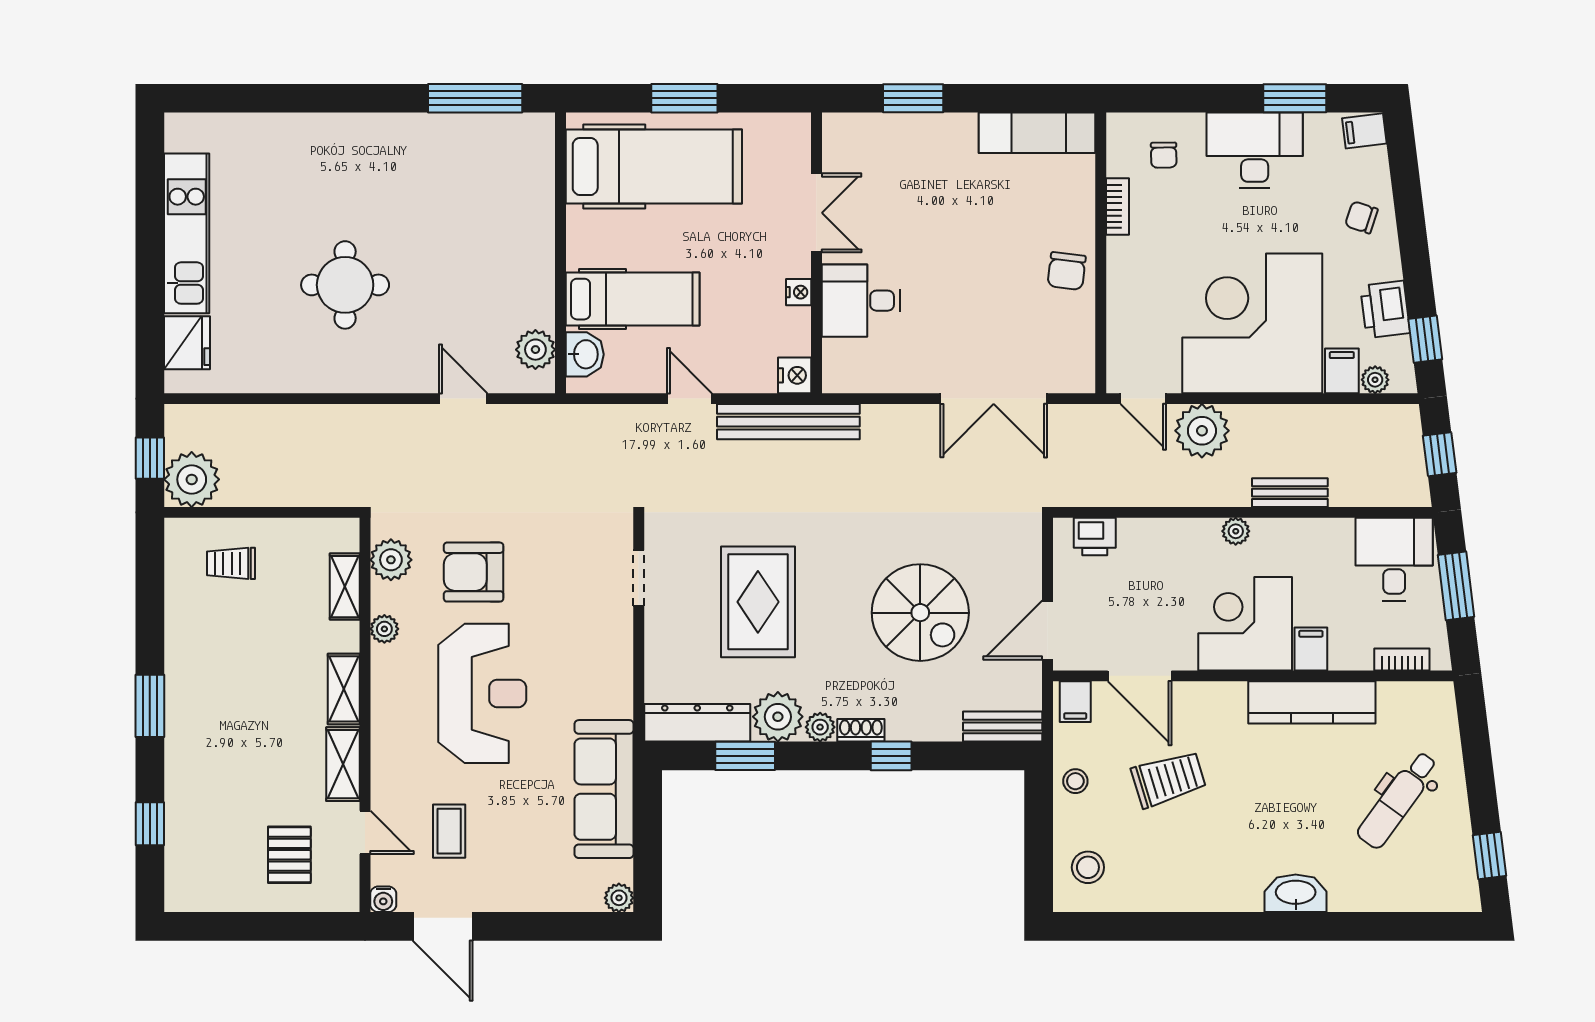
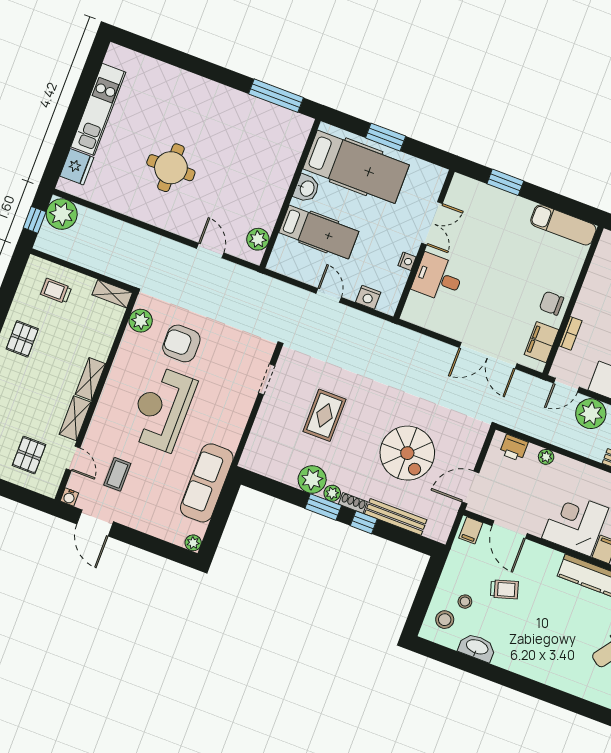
bookcase: (1117, 206) -> (571, 333), moved
chair: (1067, 271) -> (551, 303), turned 83
filing cabinet: (1074, 342) -> (541, 342), added
washbasin: (585, 354) -> (307, 188), moved
nightstand: (795, 375) -> (368, 297), moved, turned 90
door: (1143, 399) -> (566, 385), hinge flipped
bench: (788, 422) -> (376, 327), removed
plant: (192, 479) -> (62, 214), moved
plant: (1236, 531) -> (546, 457), moved
shelving: (345, 587) -> (112, 294), moved, turned 90
rug: (758, 602) -> (324, 415), width x0.73, depth x0.70
plant: (384, 629) -> (123, 356), removed
pallet: (205, 665) -> (22, 339), added
reception desk: (482, 693) -> (162, 409), turned 180
dresser: (697, 723) -> (269, 467), removed
bench: (1003, 727) -> (396, 517), moved, width x1.36
window: (745, 756) -> (323, 507), moved
trolley: (1169, 779) -> (504, 589), width x0.73, depth x0.72
stool: (1075, 781) -> (465, 602), moved
washbasin: (1296, 893) -> (477, 647), moved

